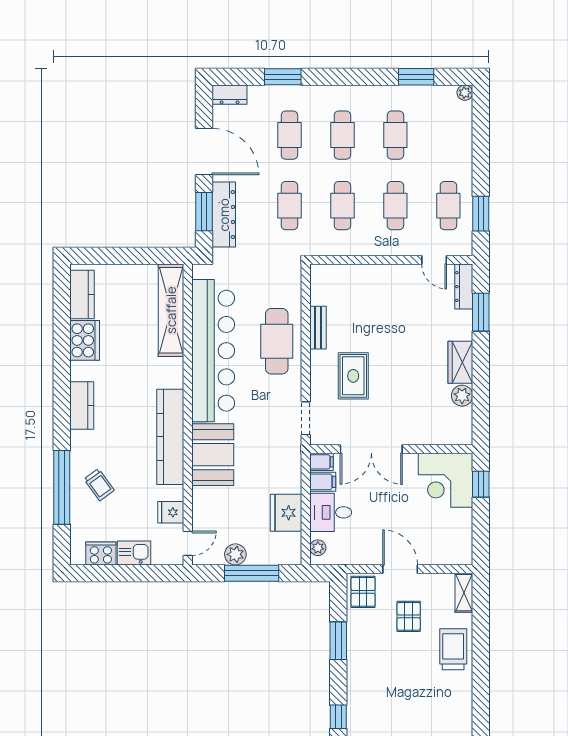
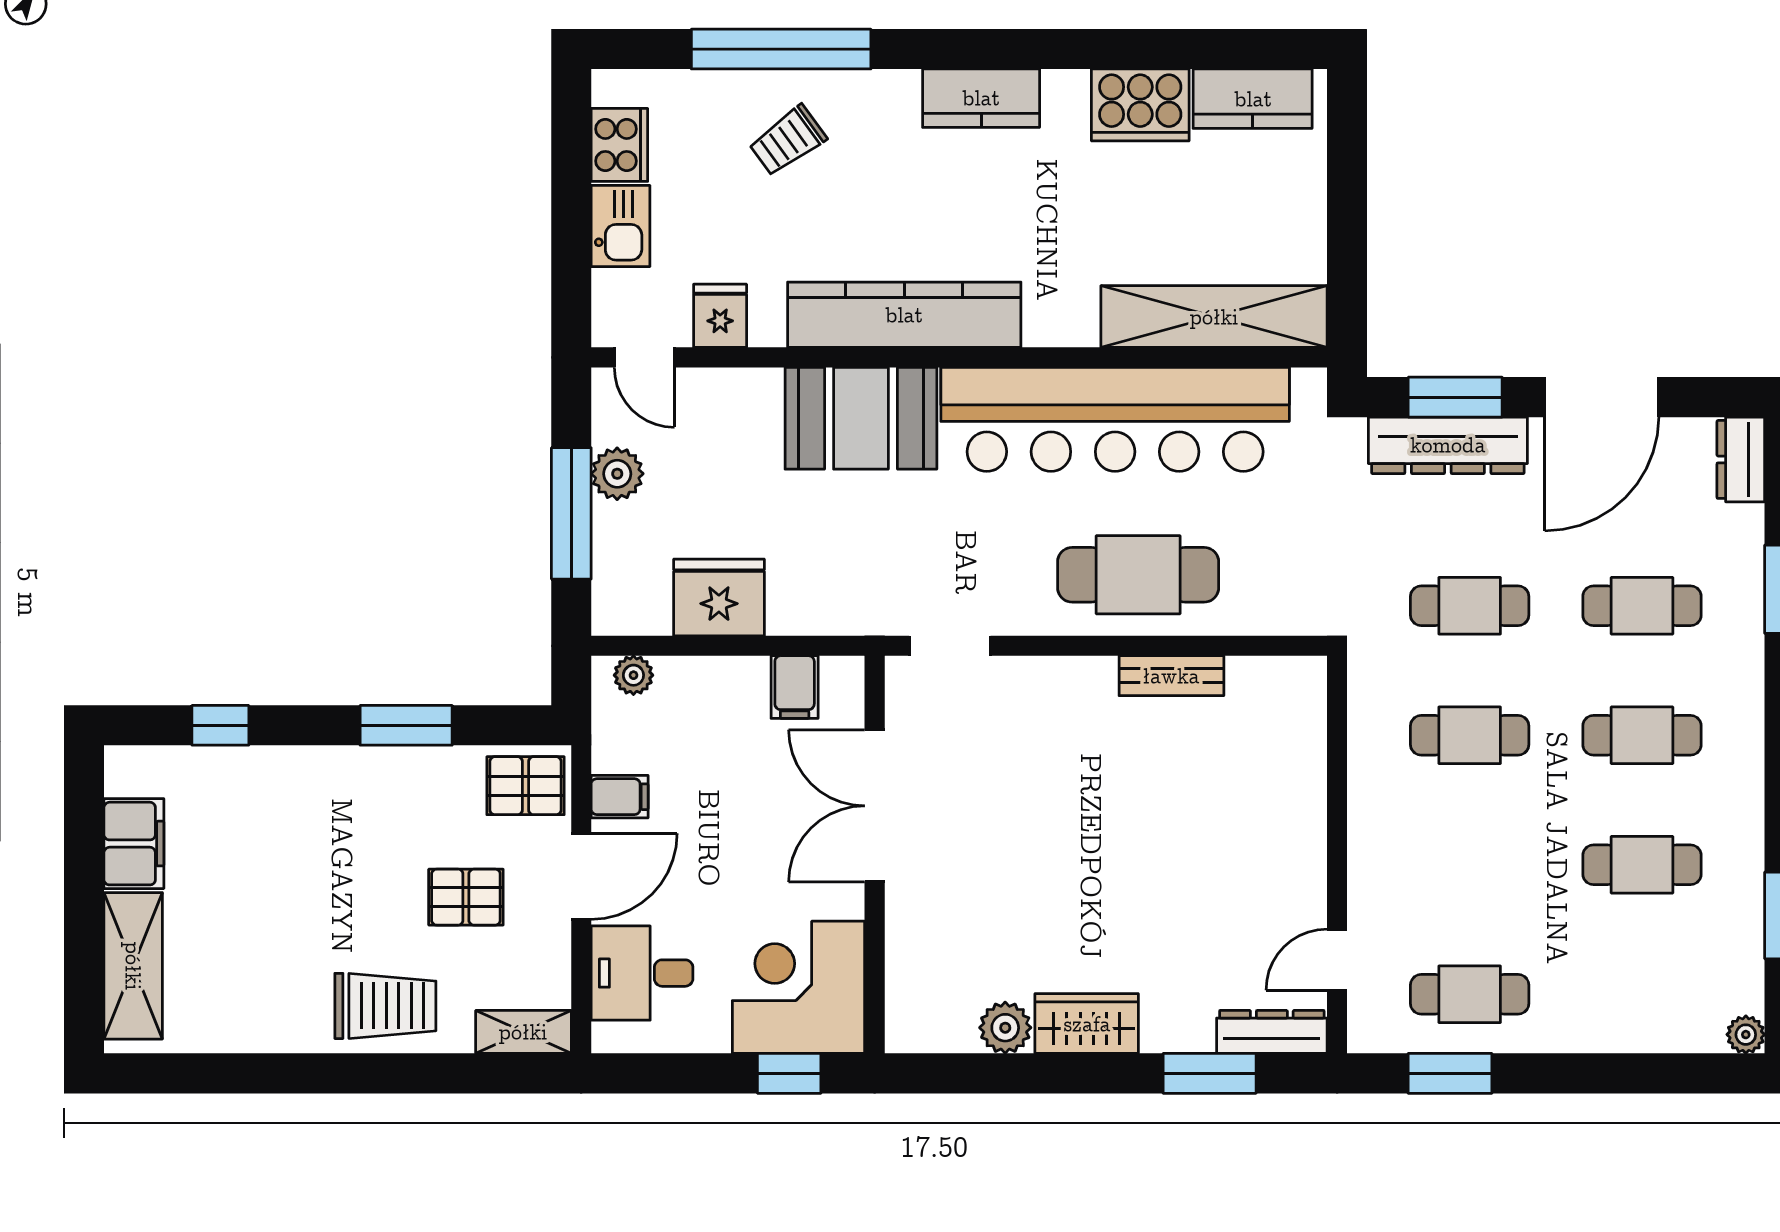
cafe table: (395, 206) -> (1470, 865), removed
rug: (353, 376) -> (1054, 762), removed
filing cabinet: (321, 462) -> (620, 797), moved, turned -90
desk: (331, 512) -> (642, 973), moved, turned -90

